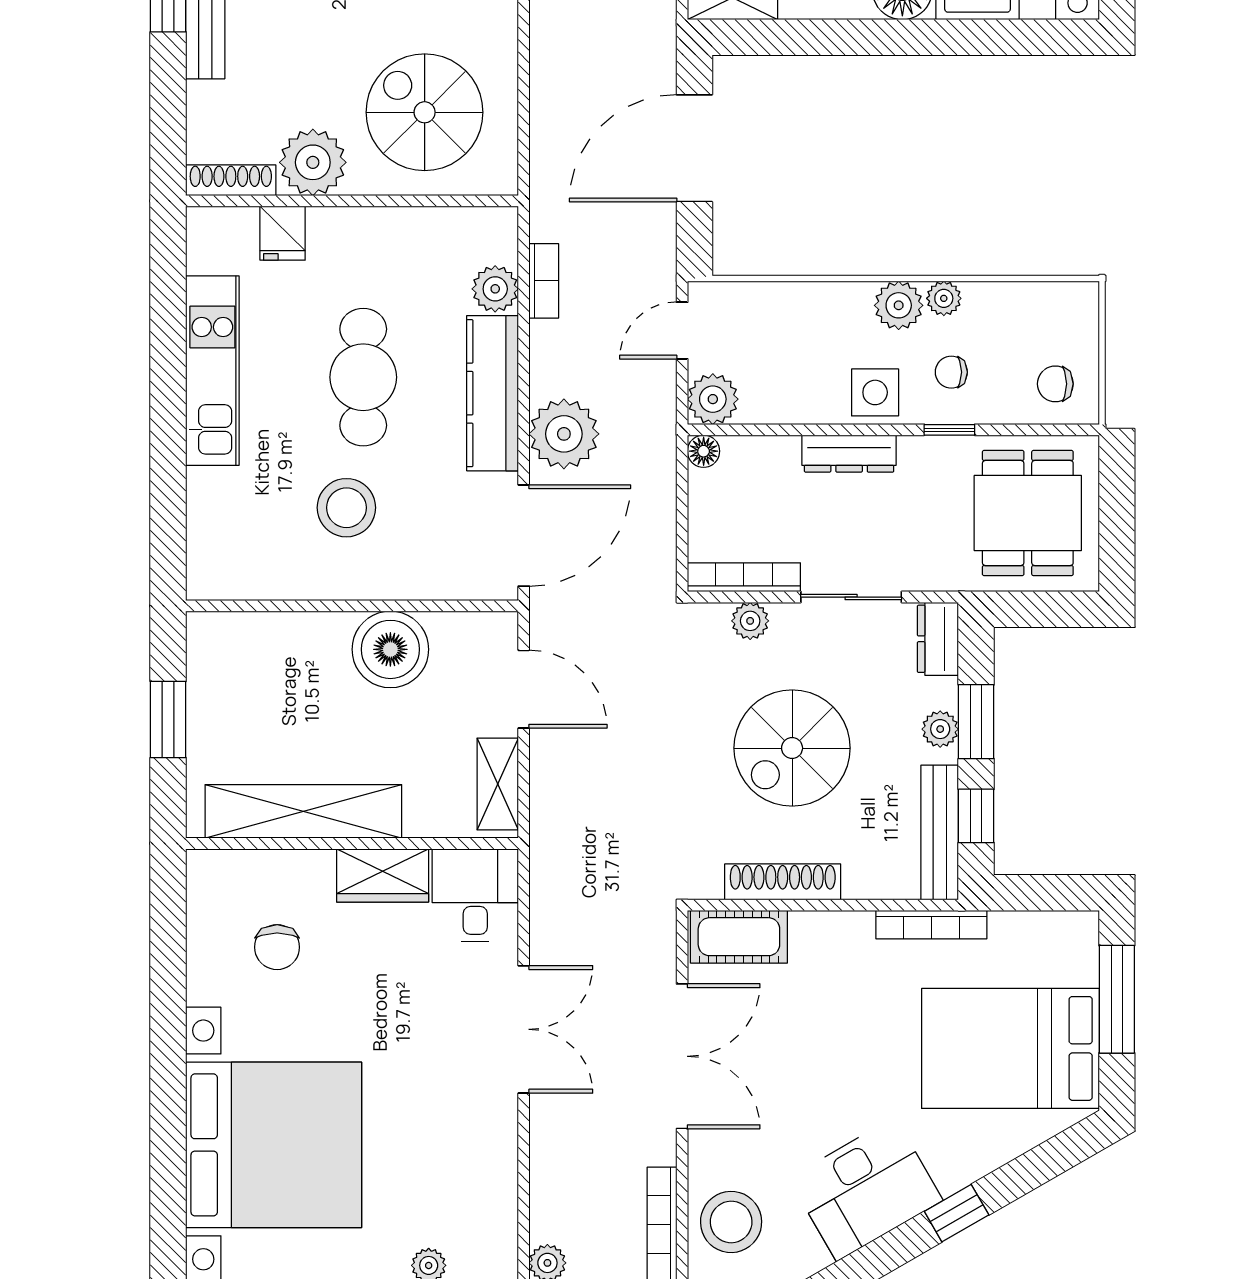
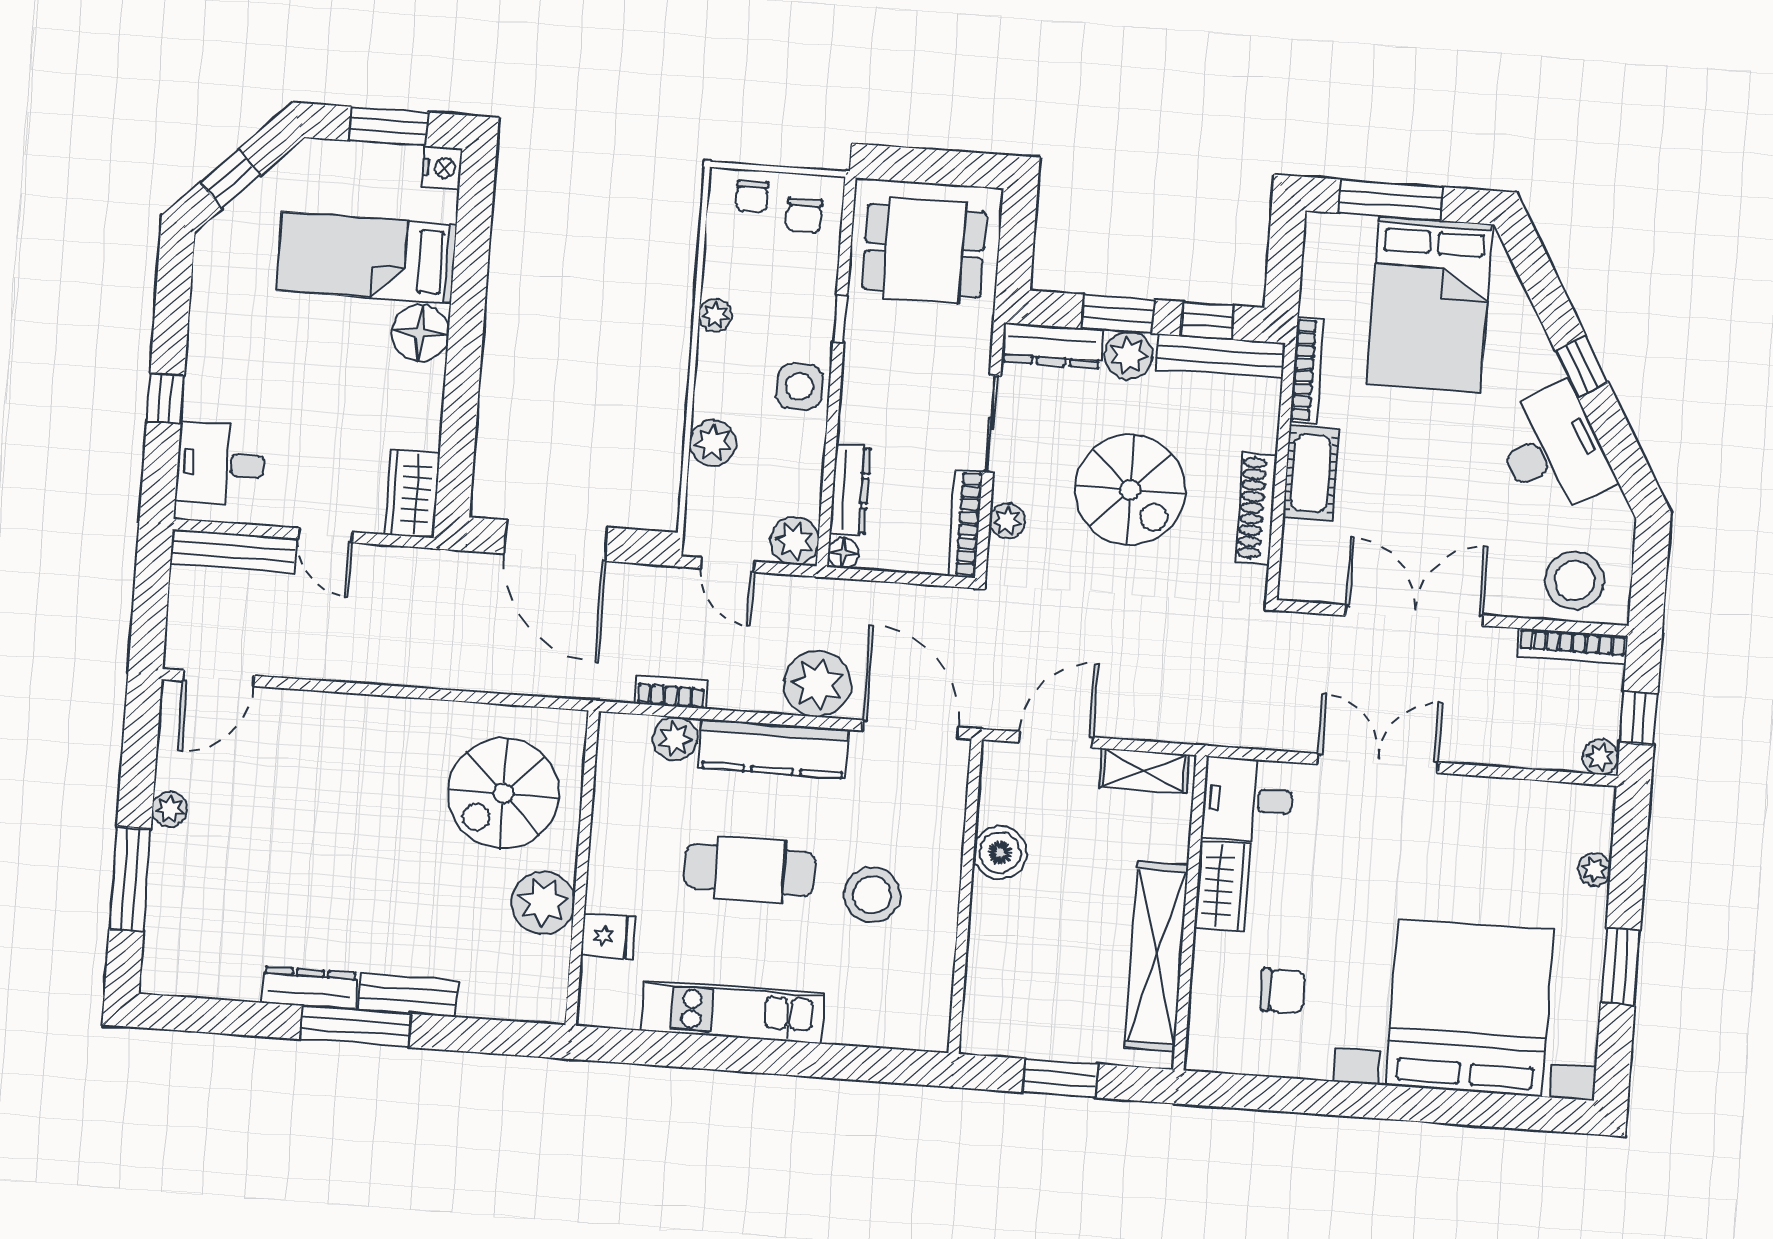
shoe rack: (231, 180) -> (554, 981), removed
plant: (899, 305) -> (713, 443), moved
chair: (951, 372) -> (752, 196), moved
dresser: (849, 454) -> (850, 490), moved
dresser: (938, 639) -> (1052, 345), width x1.44
boiler: (390, 649) -> (1000, 853), width x0.73, depth x0.73
plant: (940, 729) -> (1129, 355), width x1.38, depth x1.38
cot: (739, 937) -> (1311, 473), moved

